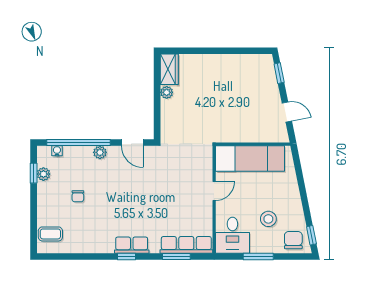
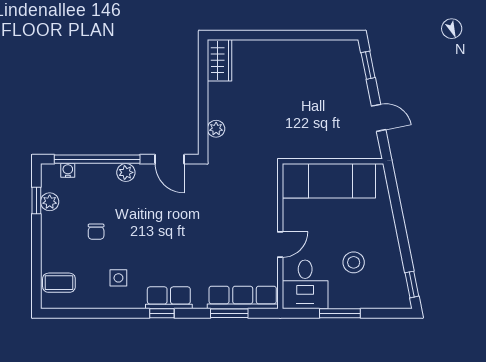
plant: (167, 92) -> (216, 129), moved
door: (214, 191) -> (280, 244), moved
side table: (94, 230) -> (118, 278), added
chair: (293, 240) -> (387, 291), removed

